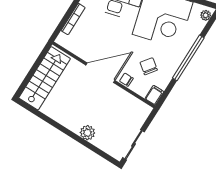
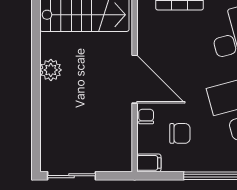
chair: (149, 66) -> (180, 133), turned 53
plant: (87, 133) -> (51, 70), moved

